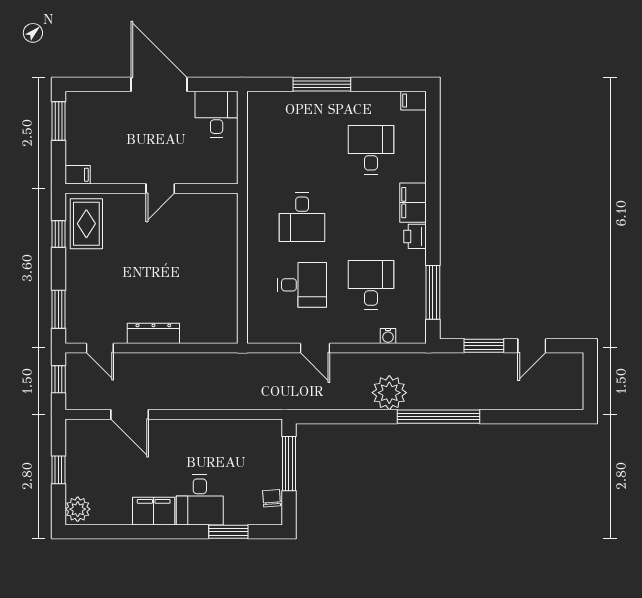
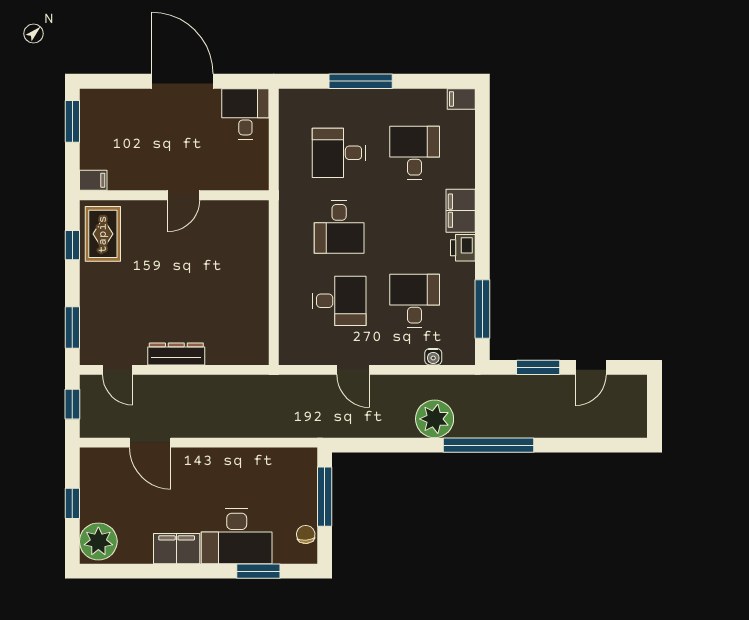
desk: (302, 150) -> (339, 153), added
desk: (200, 500) -> (237, 536), width x1.37
plant: (78, 509) -> (98, 541), width x1.36, depth x1.36

